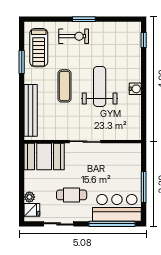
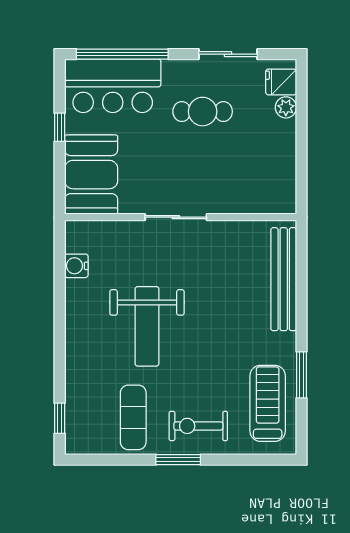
exercise mat: (65, 86) -> (133, 417), moved
water cooler: (135, 89) -> (76, 266), moved
booth: (44, 157) -> (91, 175), moved, turned 90
window: (144, 187) -> (60, 127), width x0.46

